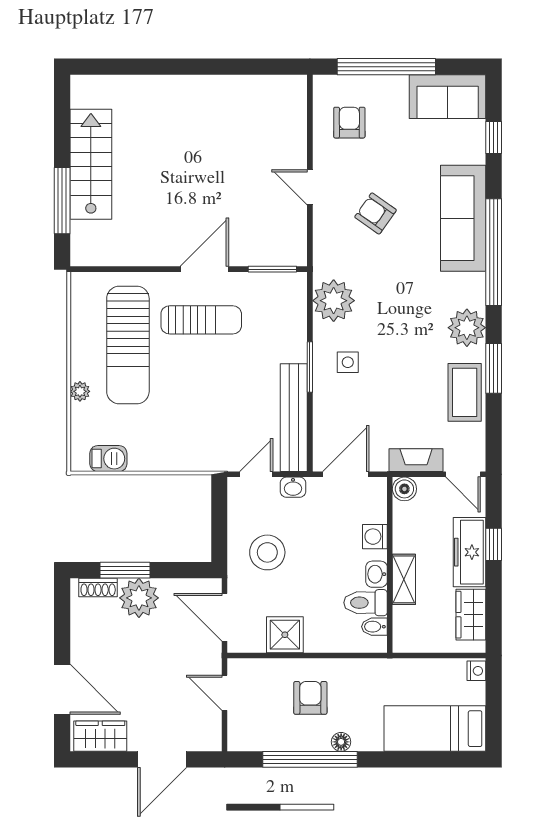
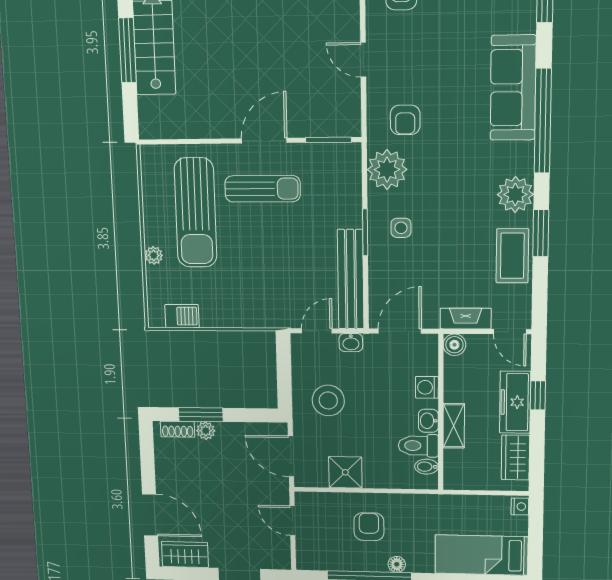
window: (62, 201) -> (127, 50), moved
armchair: (376, 213) -> (405, 120), moved, turned -125
plant: (139, 598) -> (206, 431), width x0.53, depth x0.53

